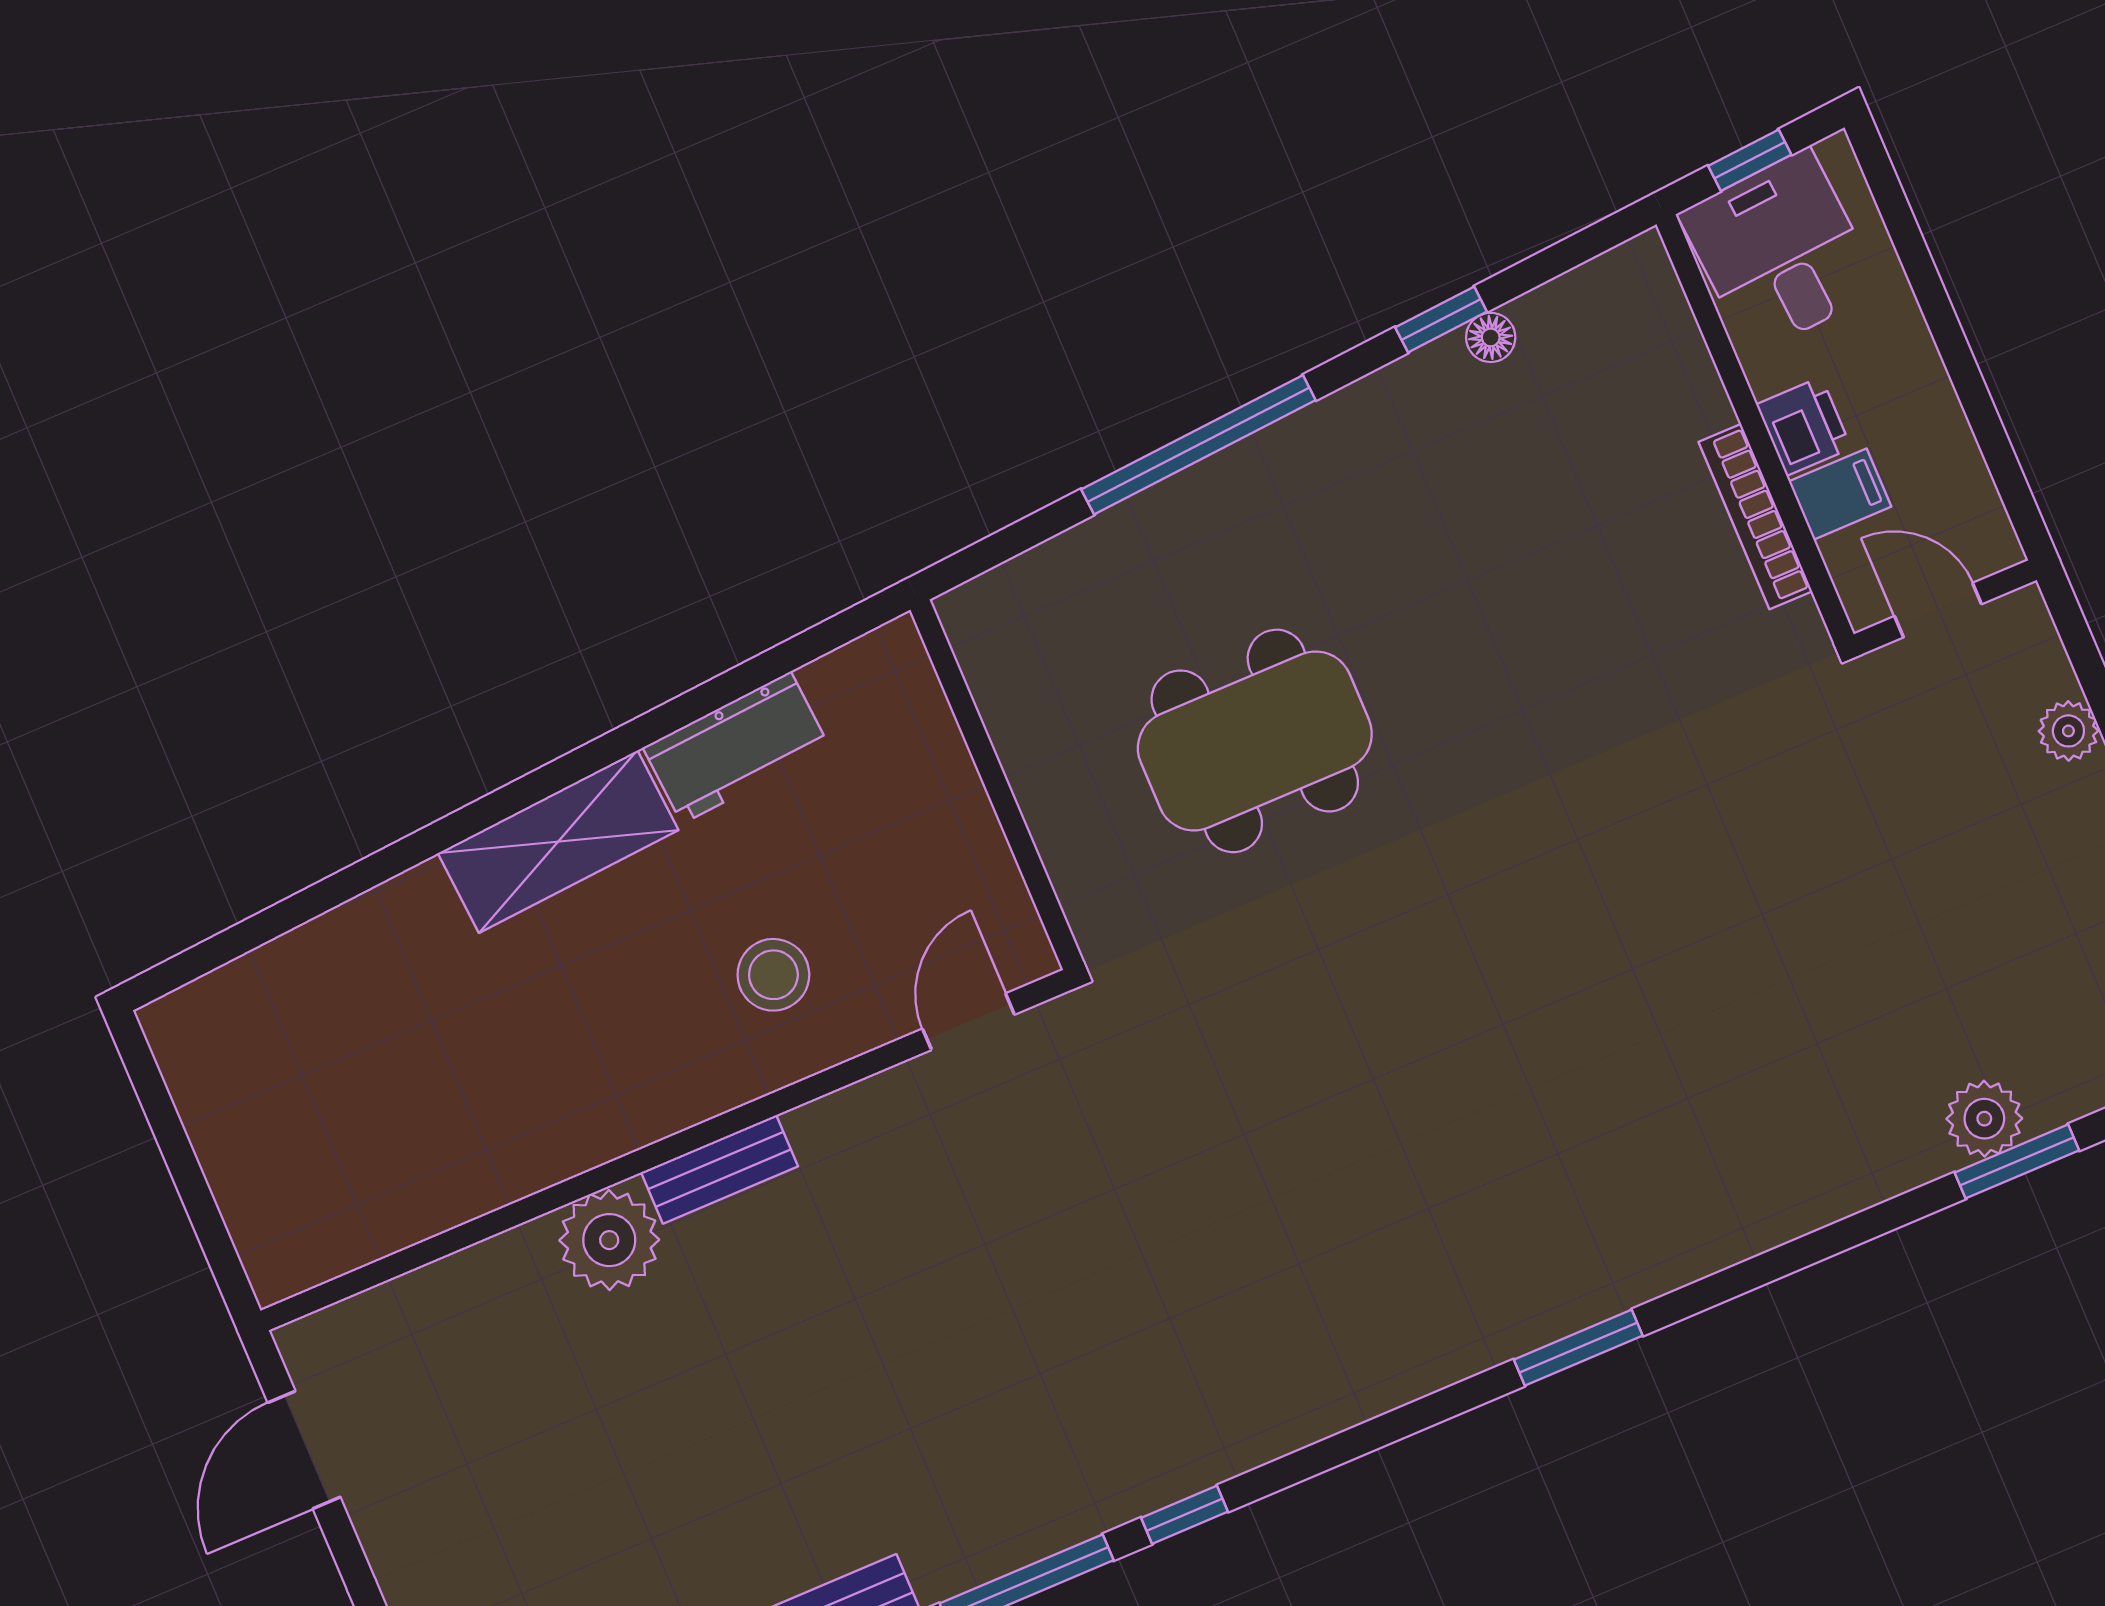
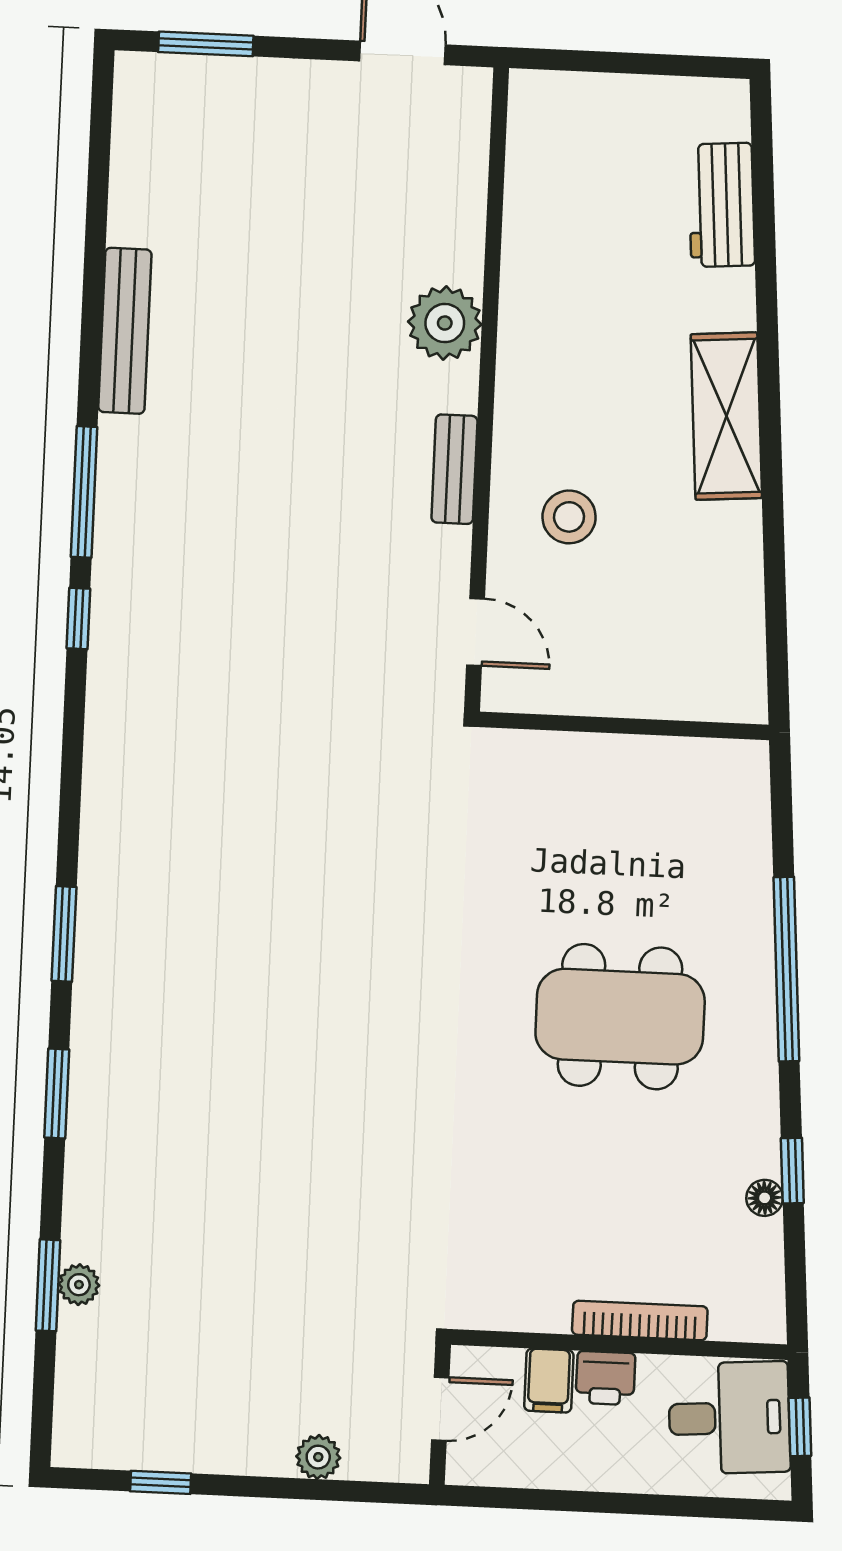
bookcase: (1755, 517) -> (640, 1321), moved
dining table: (1255, 741) -> (620, 1017), moved, turned 90
workbench: (736, 748) -> (722, 205), moved
plant: (1984, 1119) -> (79, 1285), width x0.73, depth x0.73
bench: (720, 1169) -> (454, 469), moved
window: (1777, 1263) -> (57, 1093), added

